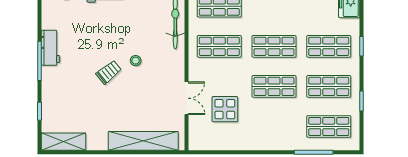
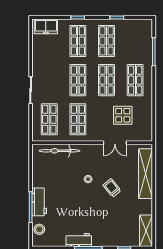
trolley: (109, 72) -> (112, 188), moved
double door: (186, 98) -> (115, 143), swing flipped
shop shelf: (329, 126) -> (135, 80), moved

